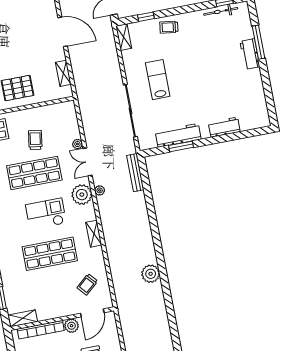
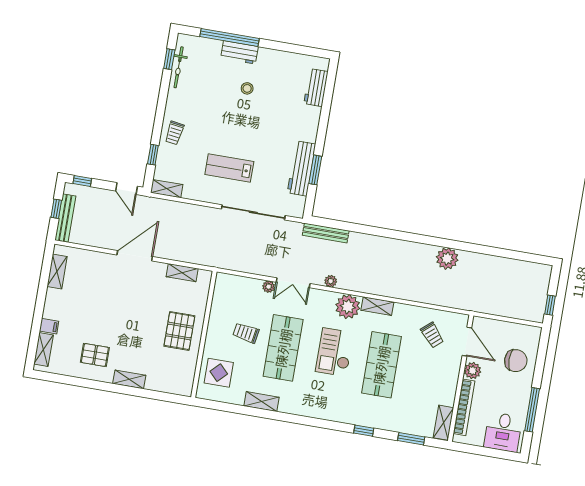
window: (258, 42) -> (230, 37), width x1.46
stool: (224, 70) -> (247, 88), added
workbench: (224, 127) -> (316, 88), moved
plant: (82, 195) -> (348, 307), moved

